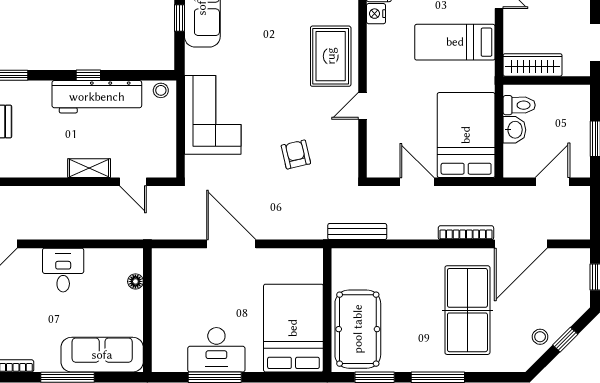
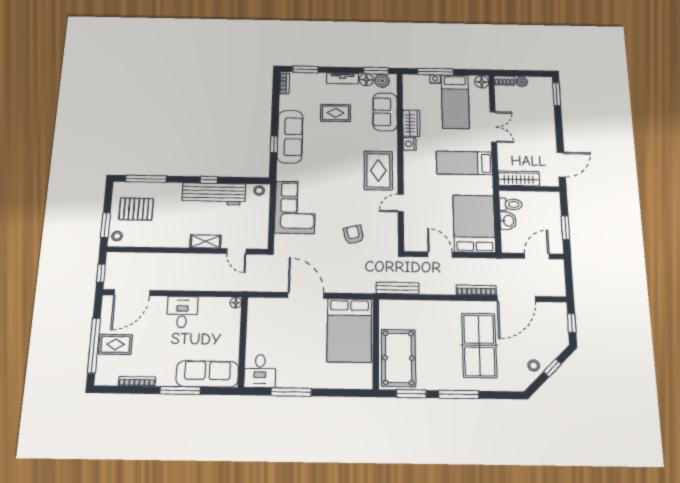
floor lamp: (135, 281) -> (236, 303), moved
bed: (293, 328) -> (349, 330), moved, turned 180
desk: (216, 350) -> (260, 371), moved, width x0.73

